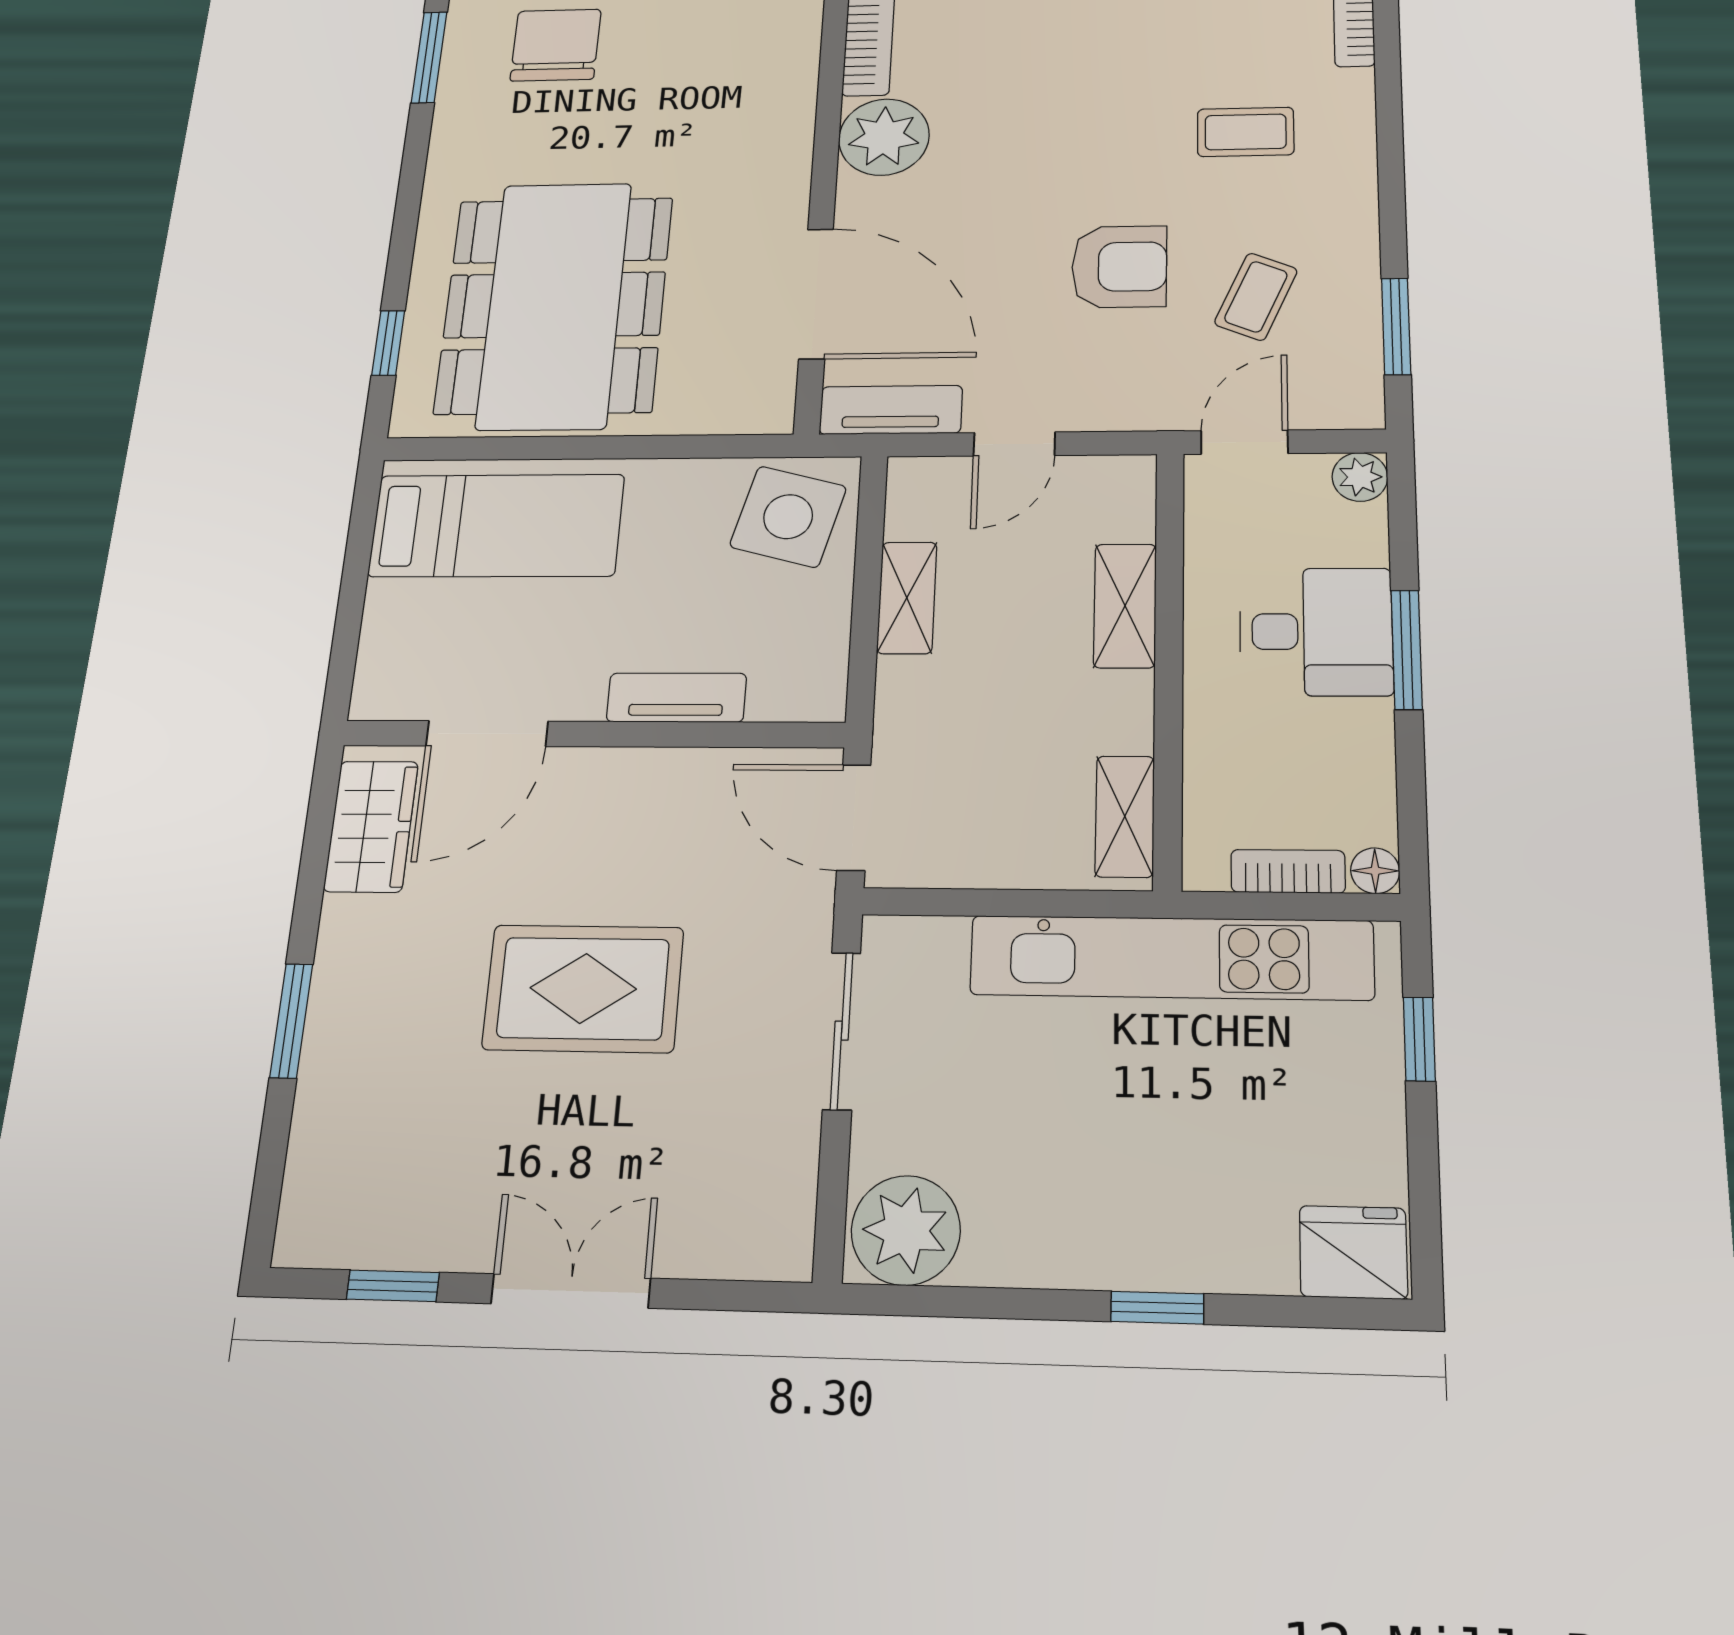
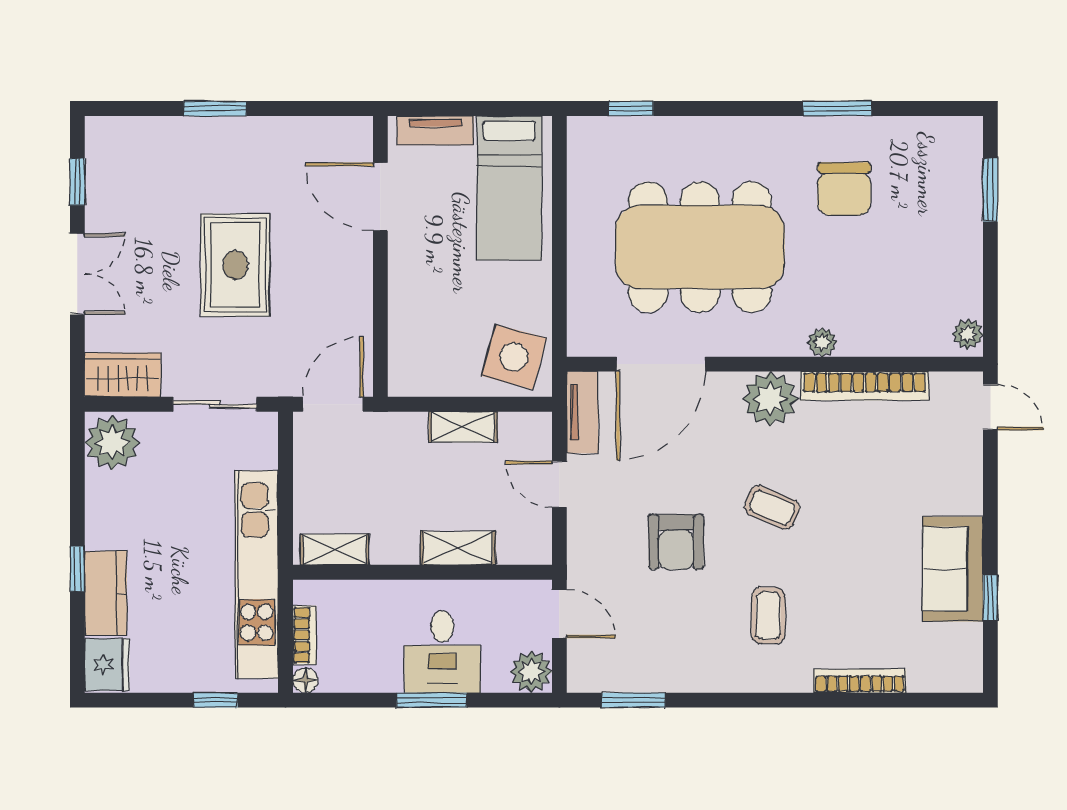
chair: (556, 45) -> (844, 189), turned 90
plant: (797, 68) -> (822, 342), added
coffee table: (1256, 297) -> (772, 507), moved
dining table: (554, 305) -> (700, 247), moved
plant: (1360, 477) -> (531, 672), width x1.38, depth x1.38
tv unit: (676, 698) -> (435, 130), moved, turned 90
wardrobe: (371, 826) -> (123, 375), moved, turned 180
kitchen counter: (1208, 1251) -> (106, 593), added

